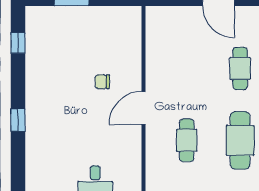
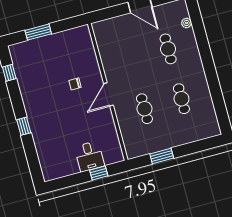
cafe table: (240, 140) -> (181, 99), width x0.73, depth x0.74

